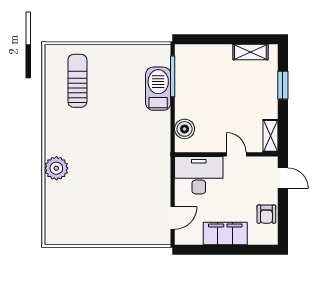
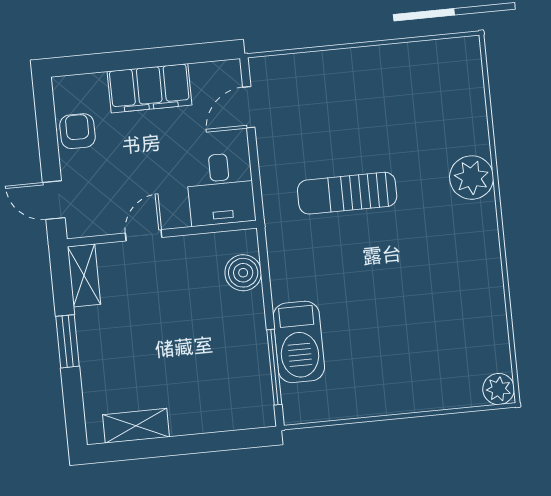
plant: (53, 53) -> (499, 389), added
sun lounger: (77, 81) -> (347, 193), moved, turned 90
window: (283, 85) -> (68, 341), moved
door: (236, 154) -> (144, 235), swing flipped
desk: (199, 175) -> (221, 189), width x0.73

